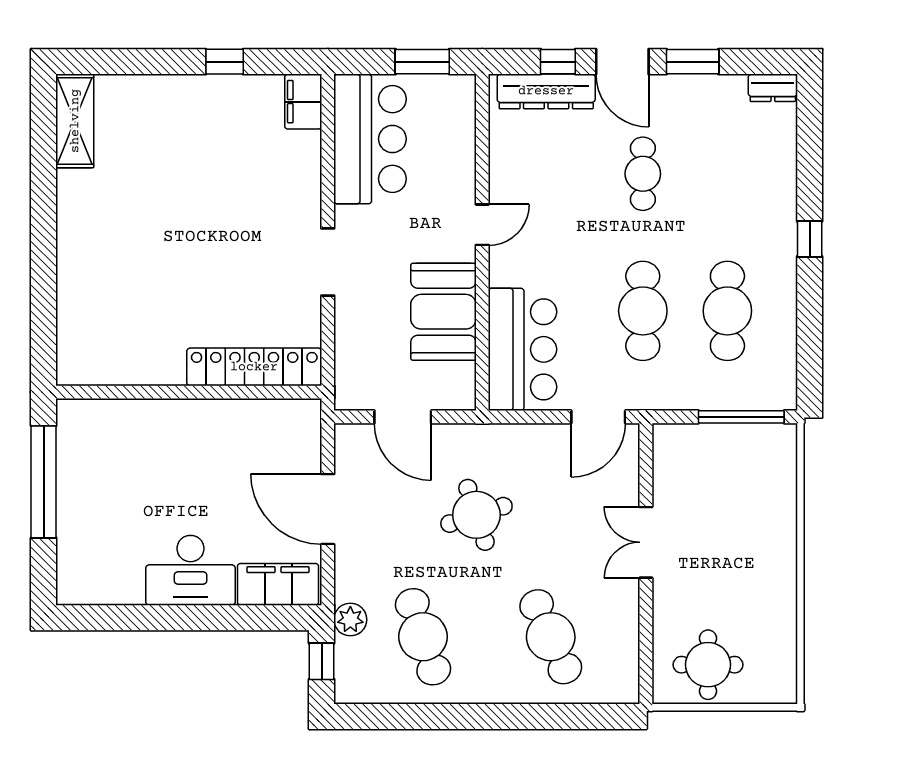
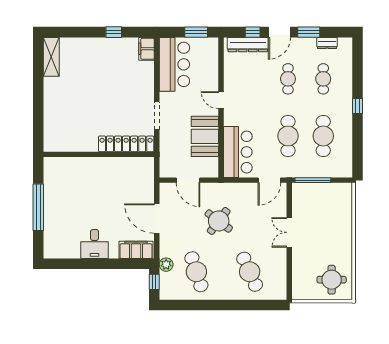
door: (622, 62) -> (279, 32), hinge flipped
dresser: (773, 88) -> (327, 43), moved
cafe table: (727, 174) -> (323, 79), added
door: (482, 225) -> (221, 100), swing flipped
locker: (254, 367) -> (126, 144), moved
wall: (189, 392) -> (99, 154), moved
window: (741, 417) -> (313, 180), moved
round table: (476, 515) -> (219, 221), turned -35
desk: (191, 570) -> (94, 244), width x0.73
round table: (708, 665) -> (332, 280), moved

